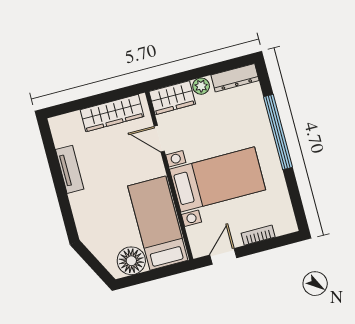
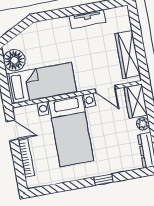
window: (278, 132) -> (103, 180), width x0.32
door: (159, 139) -> (105, 89), swing flipped
bookcase: (258, 235) -> (26, 158), width x1.56

